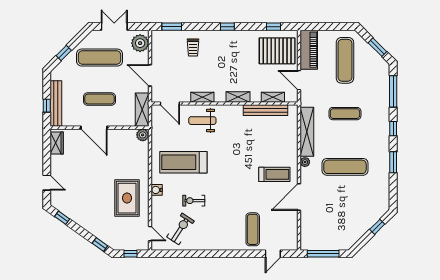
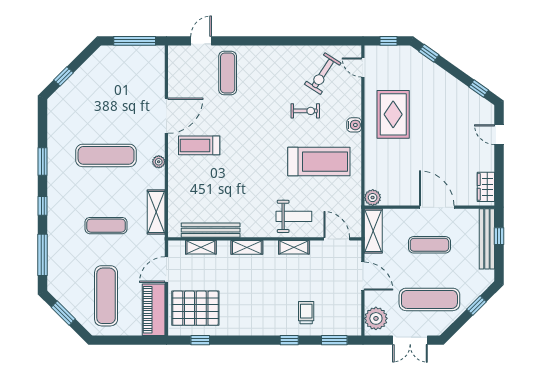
window: (227, 27) -> (289, 340), moved
door: (299, 80) -> (166, 270), swing flipped
shelving: (307, 132) -> (156, 212), width x0.68

